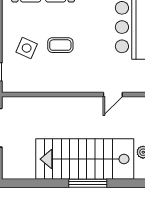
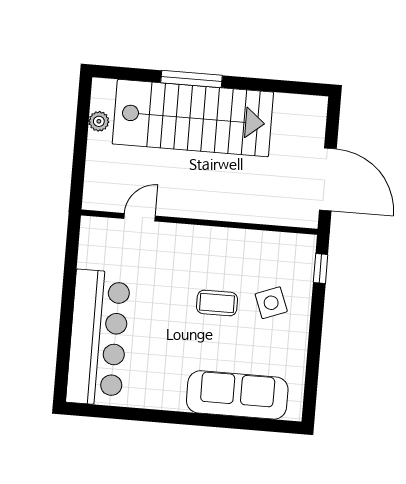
side table: (27, 48) -> (271, 303), turned 45

